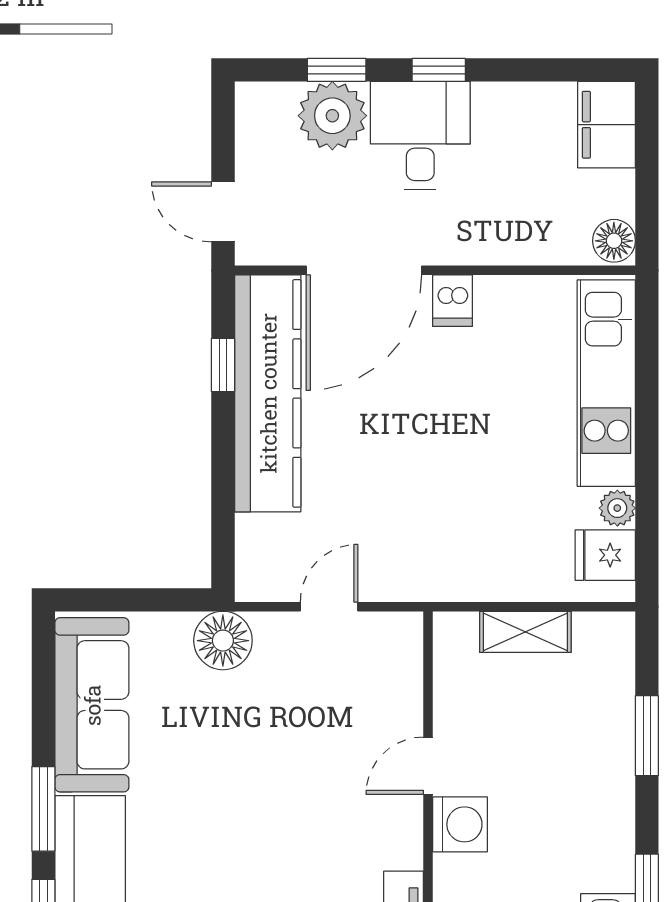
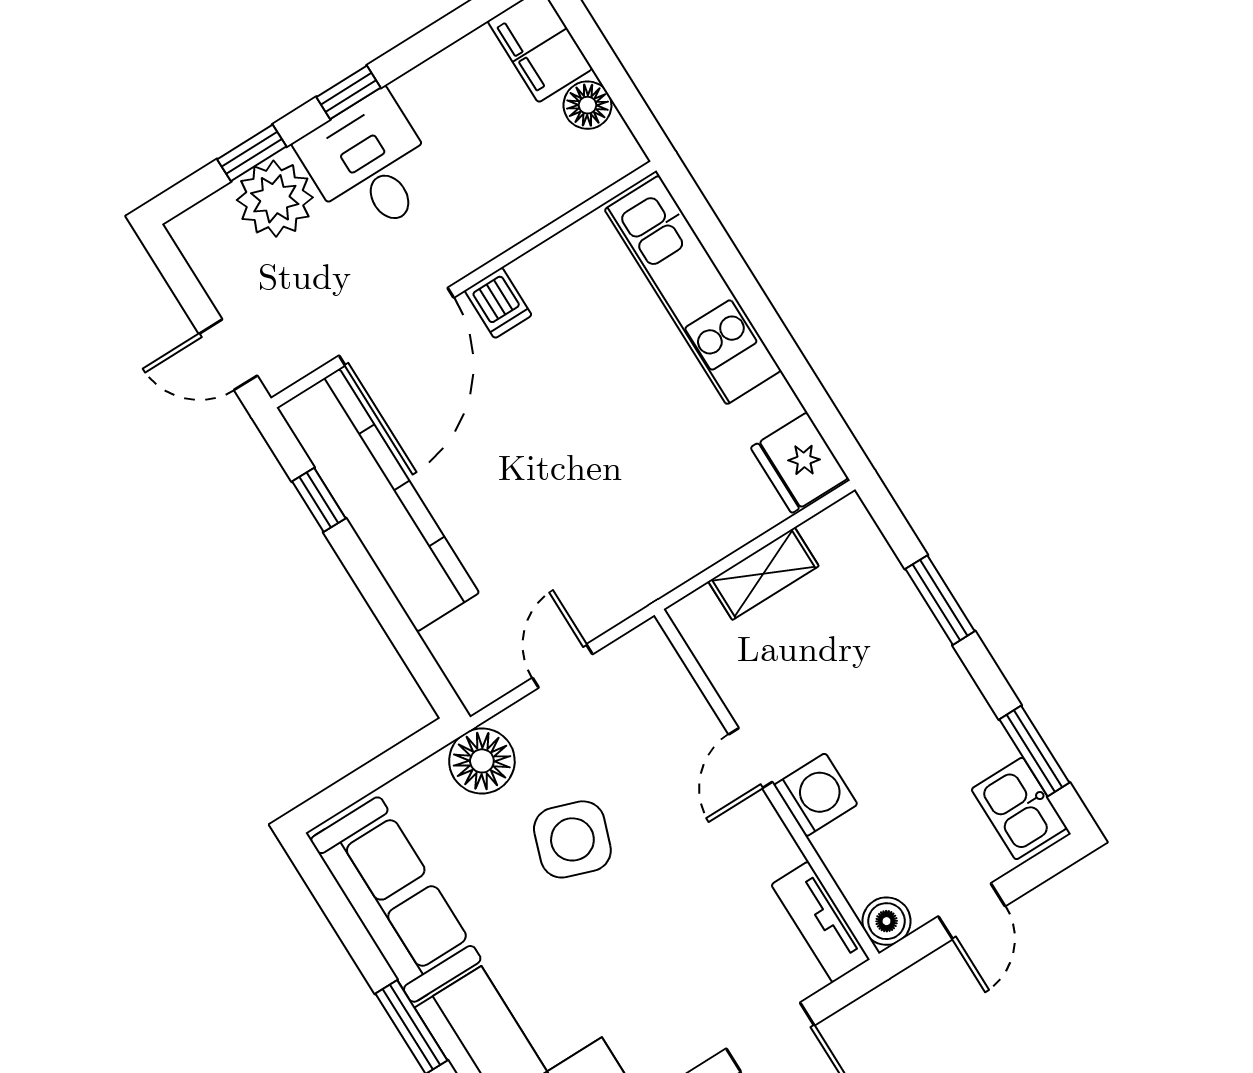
floor lamp: (614, 241) -> (587, 105), moved
plant: (617, 508) -> (777, 402), removed
fridge: (605, 555) -> (799, 463), width x1.38
side table: (254, 743) -> (572, 839), added

